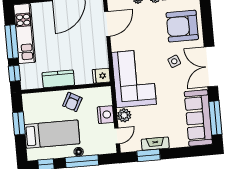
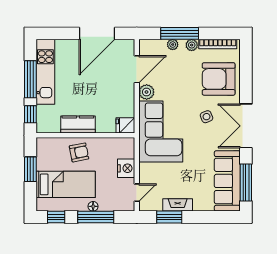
armchair: (72, 102) -> (79, 152), moved, turned -129
plant: (124, 115) -> (147, 92), moved

